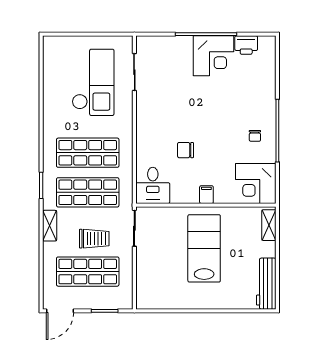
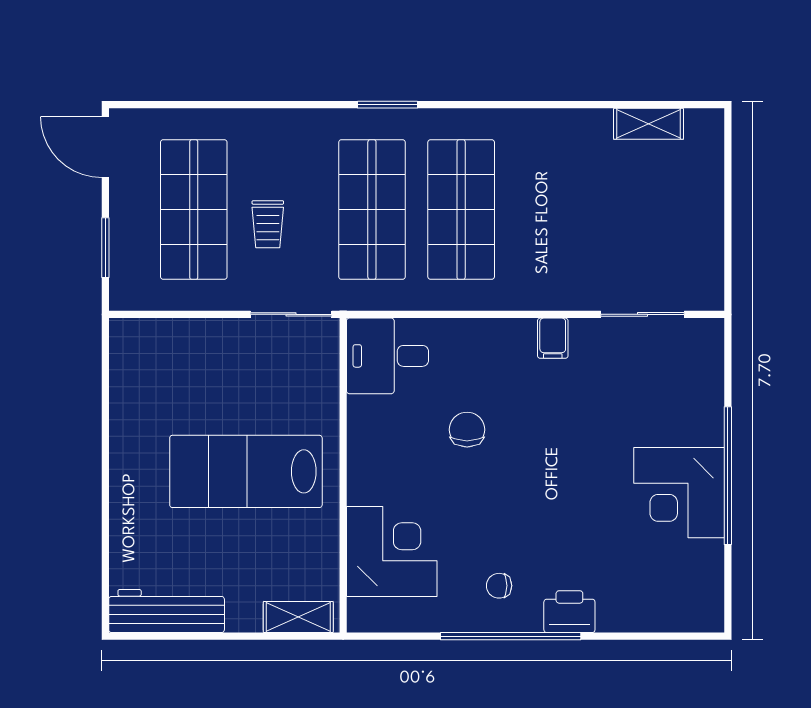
printer: (246, 45) -> (569, 612), moved, turned 90
checkout: (93, 82) -> (619, 222), removed
corner desk: (256, 184) -> (392, 552), moved, turned 90
filing cabinet: (206, 195) -> (553, 338), moved, turned 90
shelving: (50, 226) -> (648, 124), moved
trolley: (94, 239) -> (268, 224), width x0.73, depth x0.72
lab bench: (204, 248) -> (246, 471), turned 180

